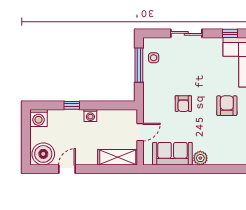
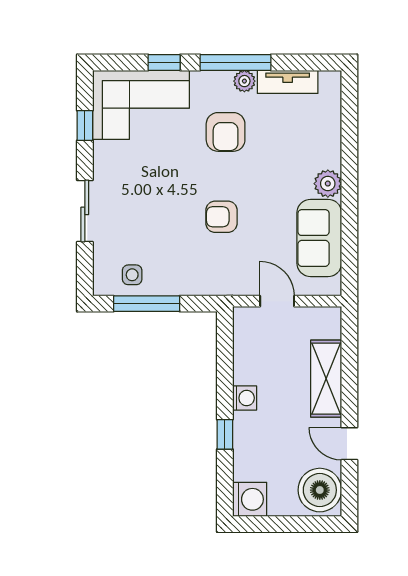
armchair: (183, 104) -> (221, 217), turned 180
armchair: (227, 106) -> (226, 132), turned -90
shelving: (118, 157) -> (326, 379), moved

